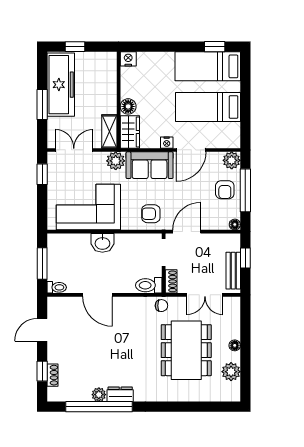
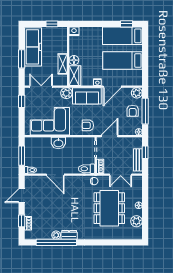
window: (75, 47) -> (52, 24), moved
shelving: (109, 132) -> (63, 64), moved

